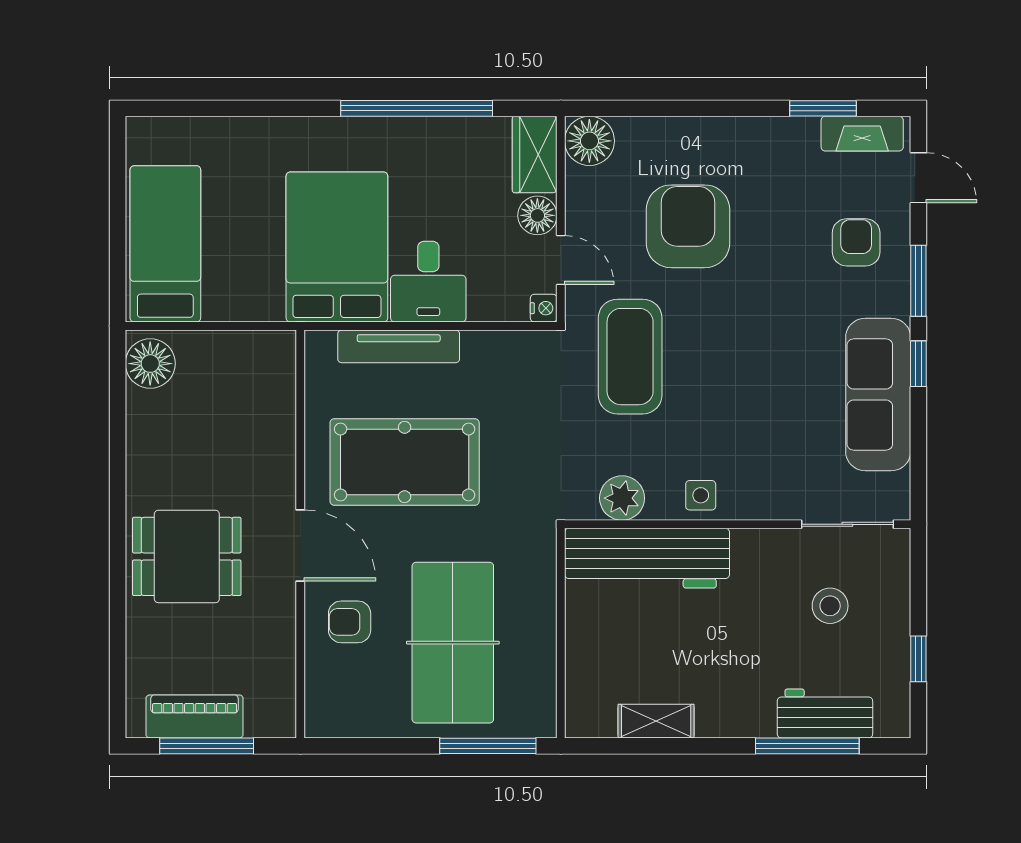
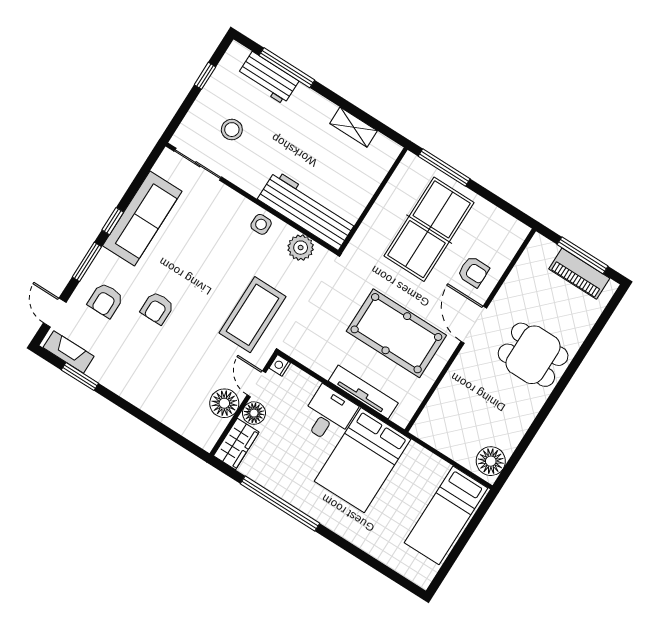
floor lamp: (589, 141) -> (224, 403), moved
armchair: (688, 226) -> (157, 308), moved, width x0.53, depth x0.53

